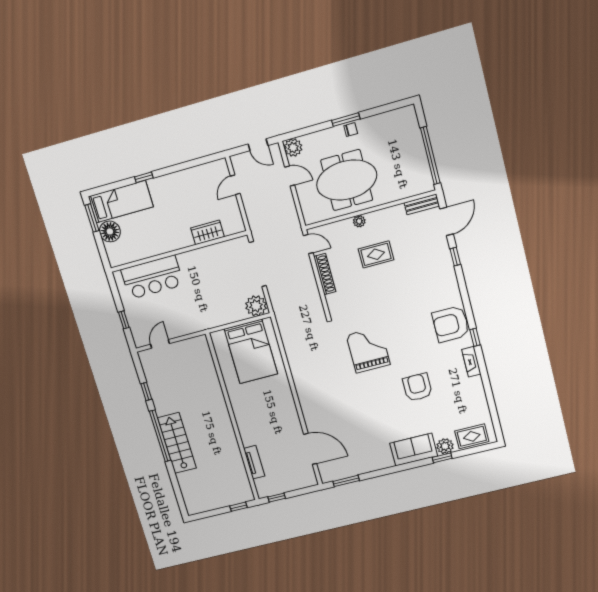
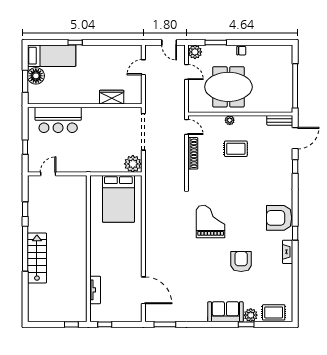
window: (346, 120) -> (216, 42), moved
window: (92, 218) -> (25, 81), moved

